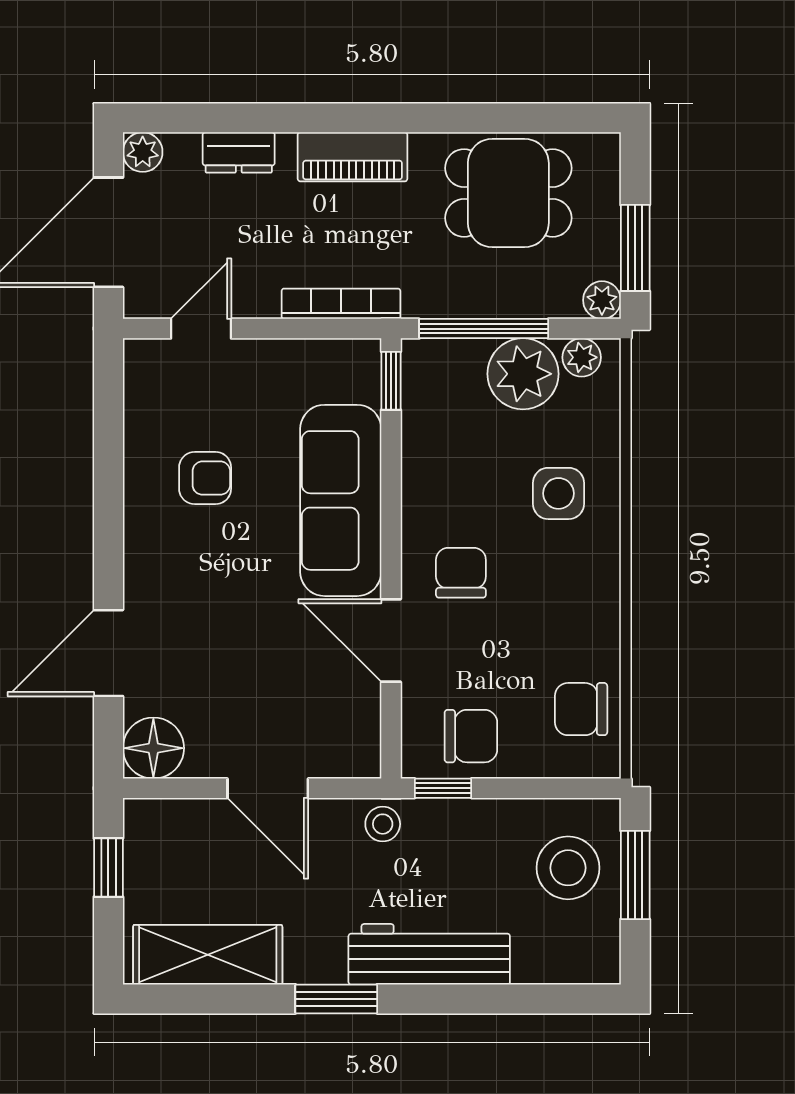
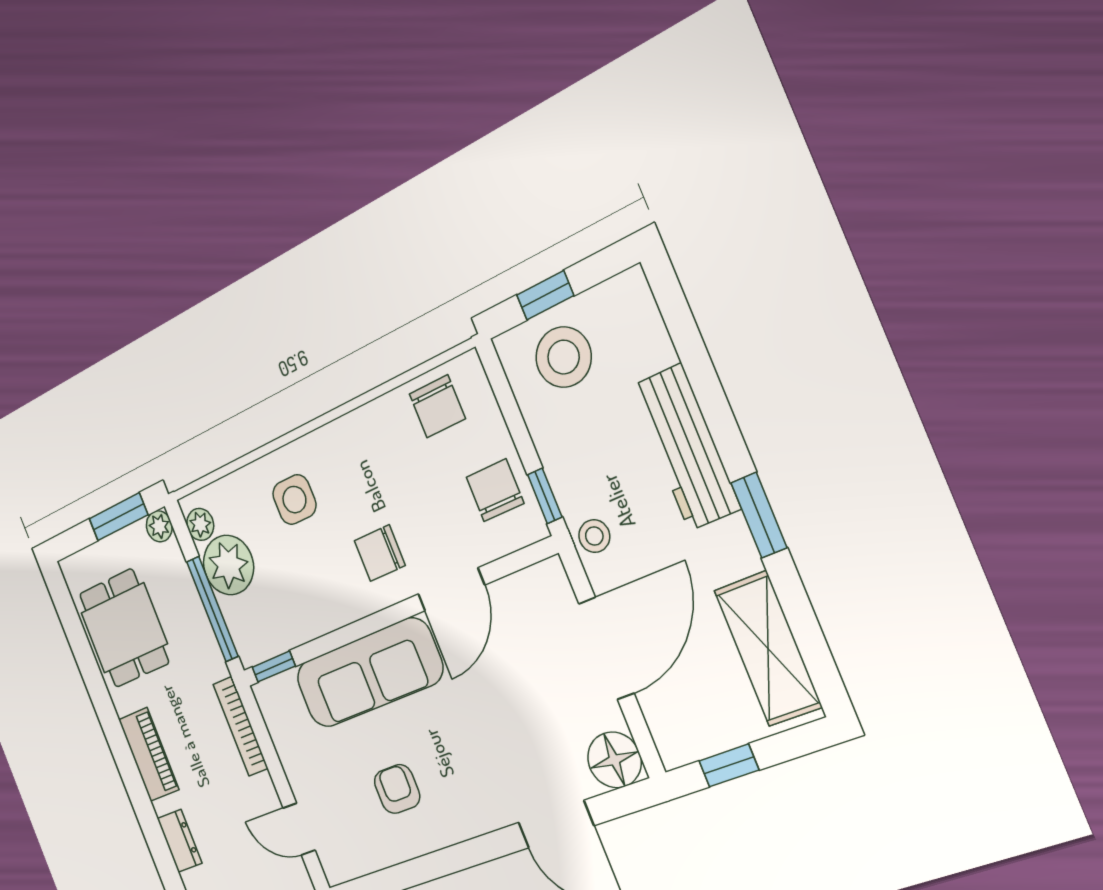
door: (268, 788) -> (606, 648), width x1.36
window: (635, 875) -> (545, 295), width x0.67

